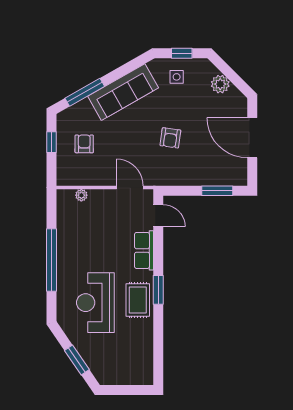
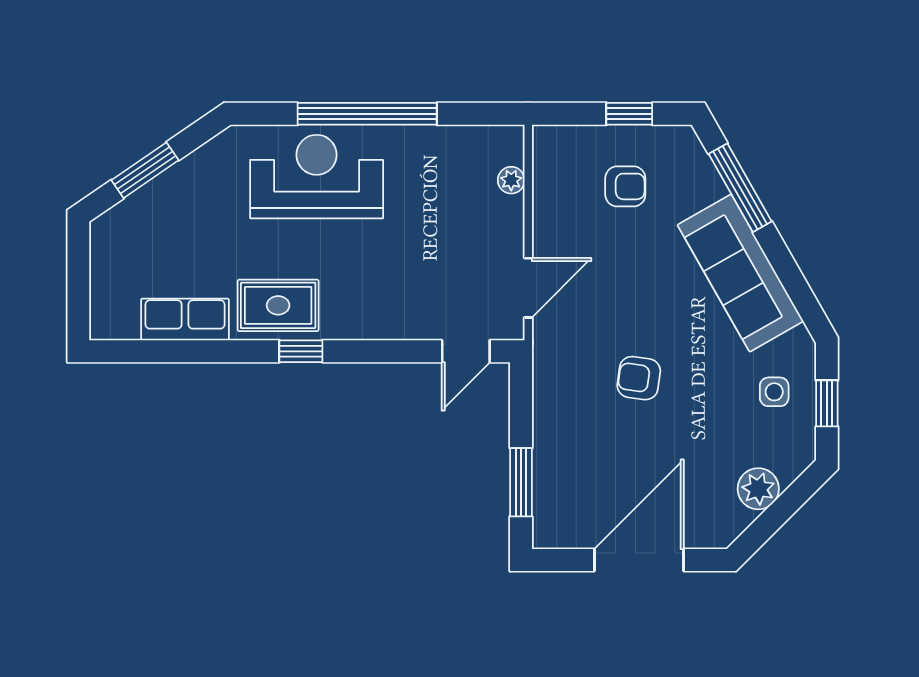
row of seats: (144, 250) -> (185, 319), moved
window: (158, 290) -> (301, 351), width x0.67
reception desk: (95, 303) -> (317, 177), moved

